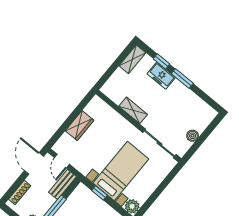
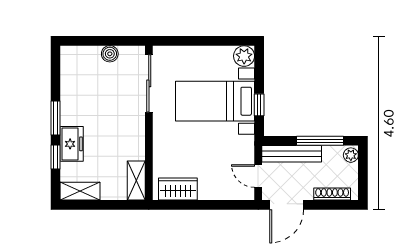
shelving: (133, 110) -> (136, 180), moved
wardrobe: (80, 126) -> (178, 189), moved
door: (62, 161) -> (258, 176), swing flipped
bench: (63, 184) -> (292, 154), width x1.36

